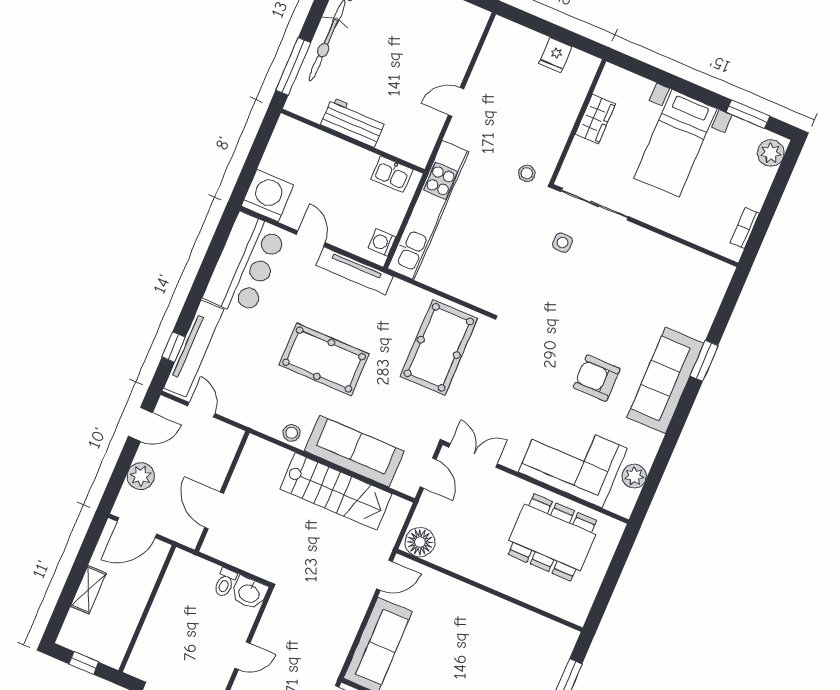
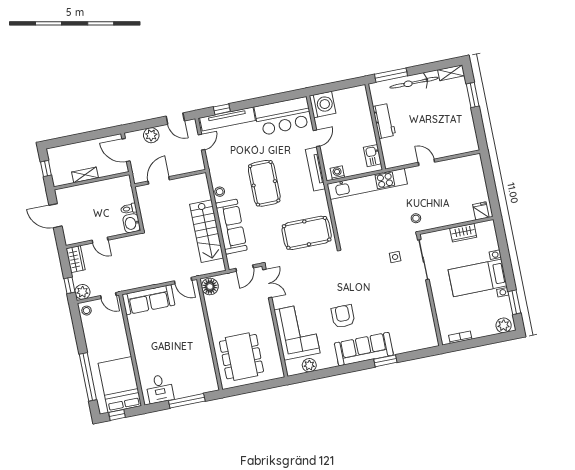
fridge: (555, 55) -> (481, 211), moved, turned 90
dining table: (552, 537) -> (241, 357), moved
shelving: (88, 590) -> (85, 175), moved

